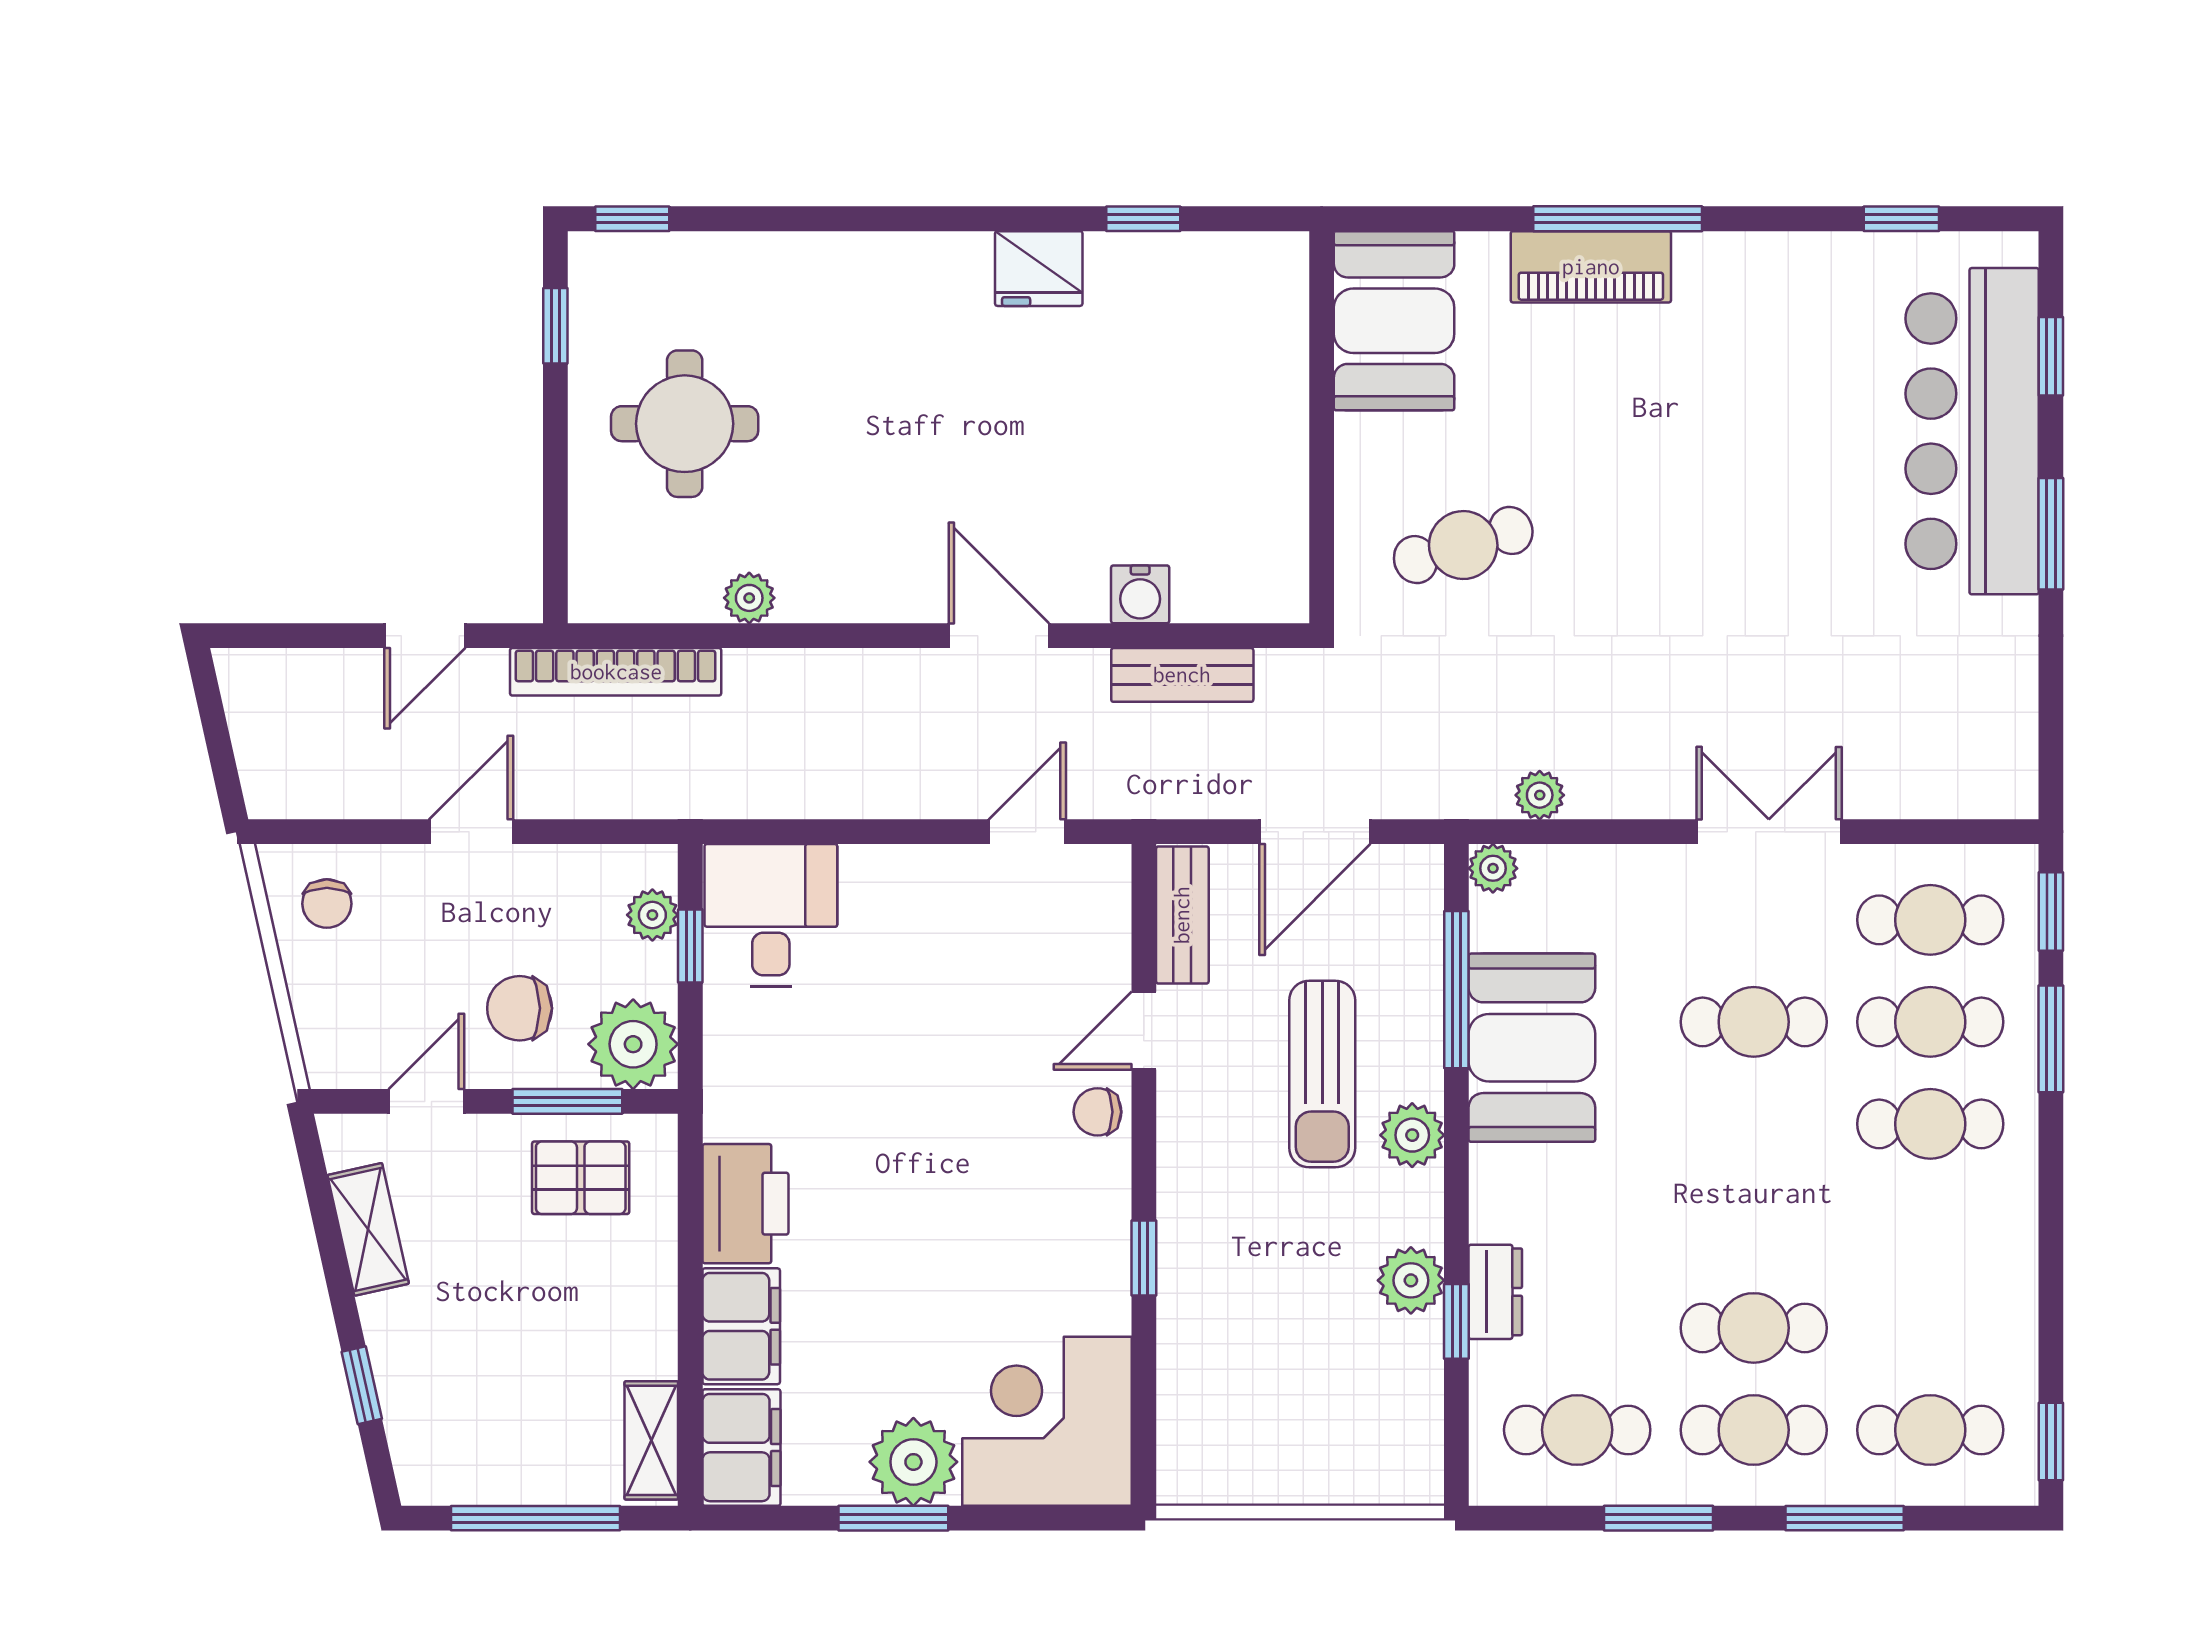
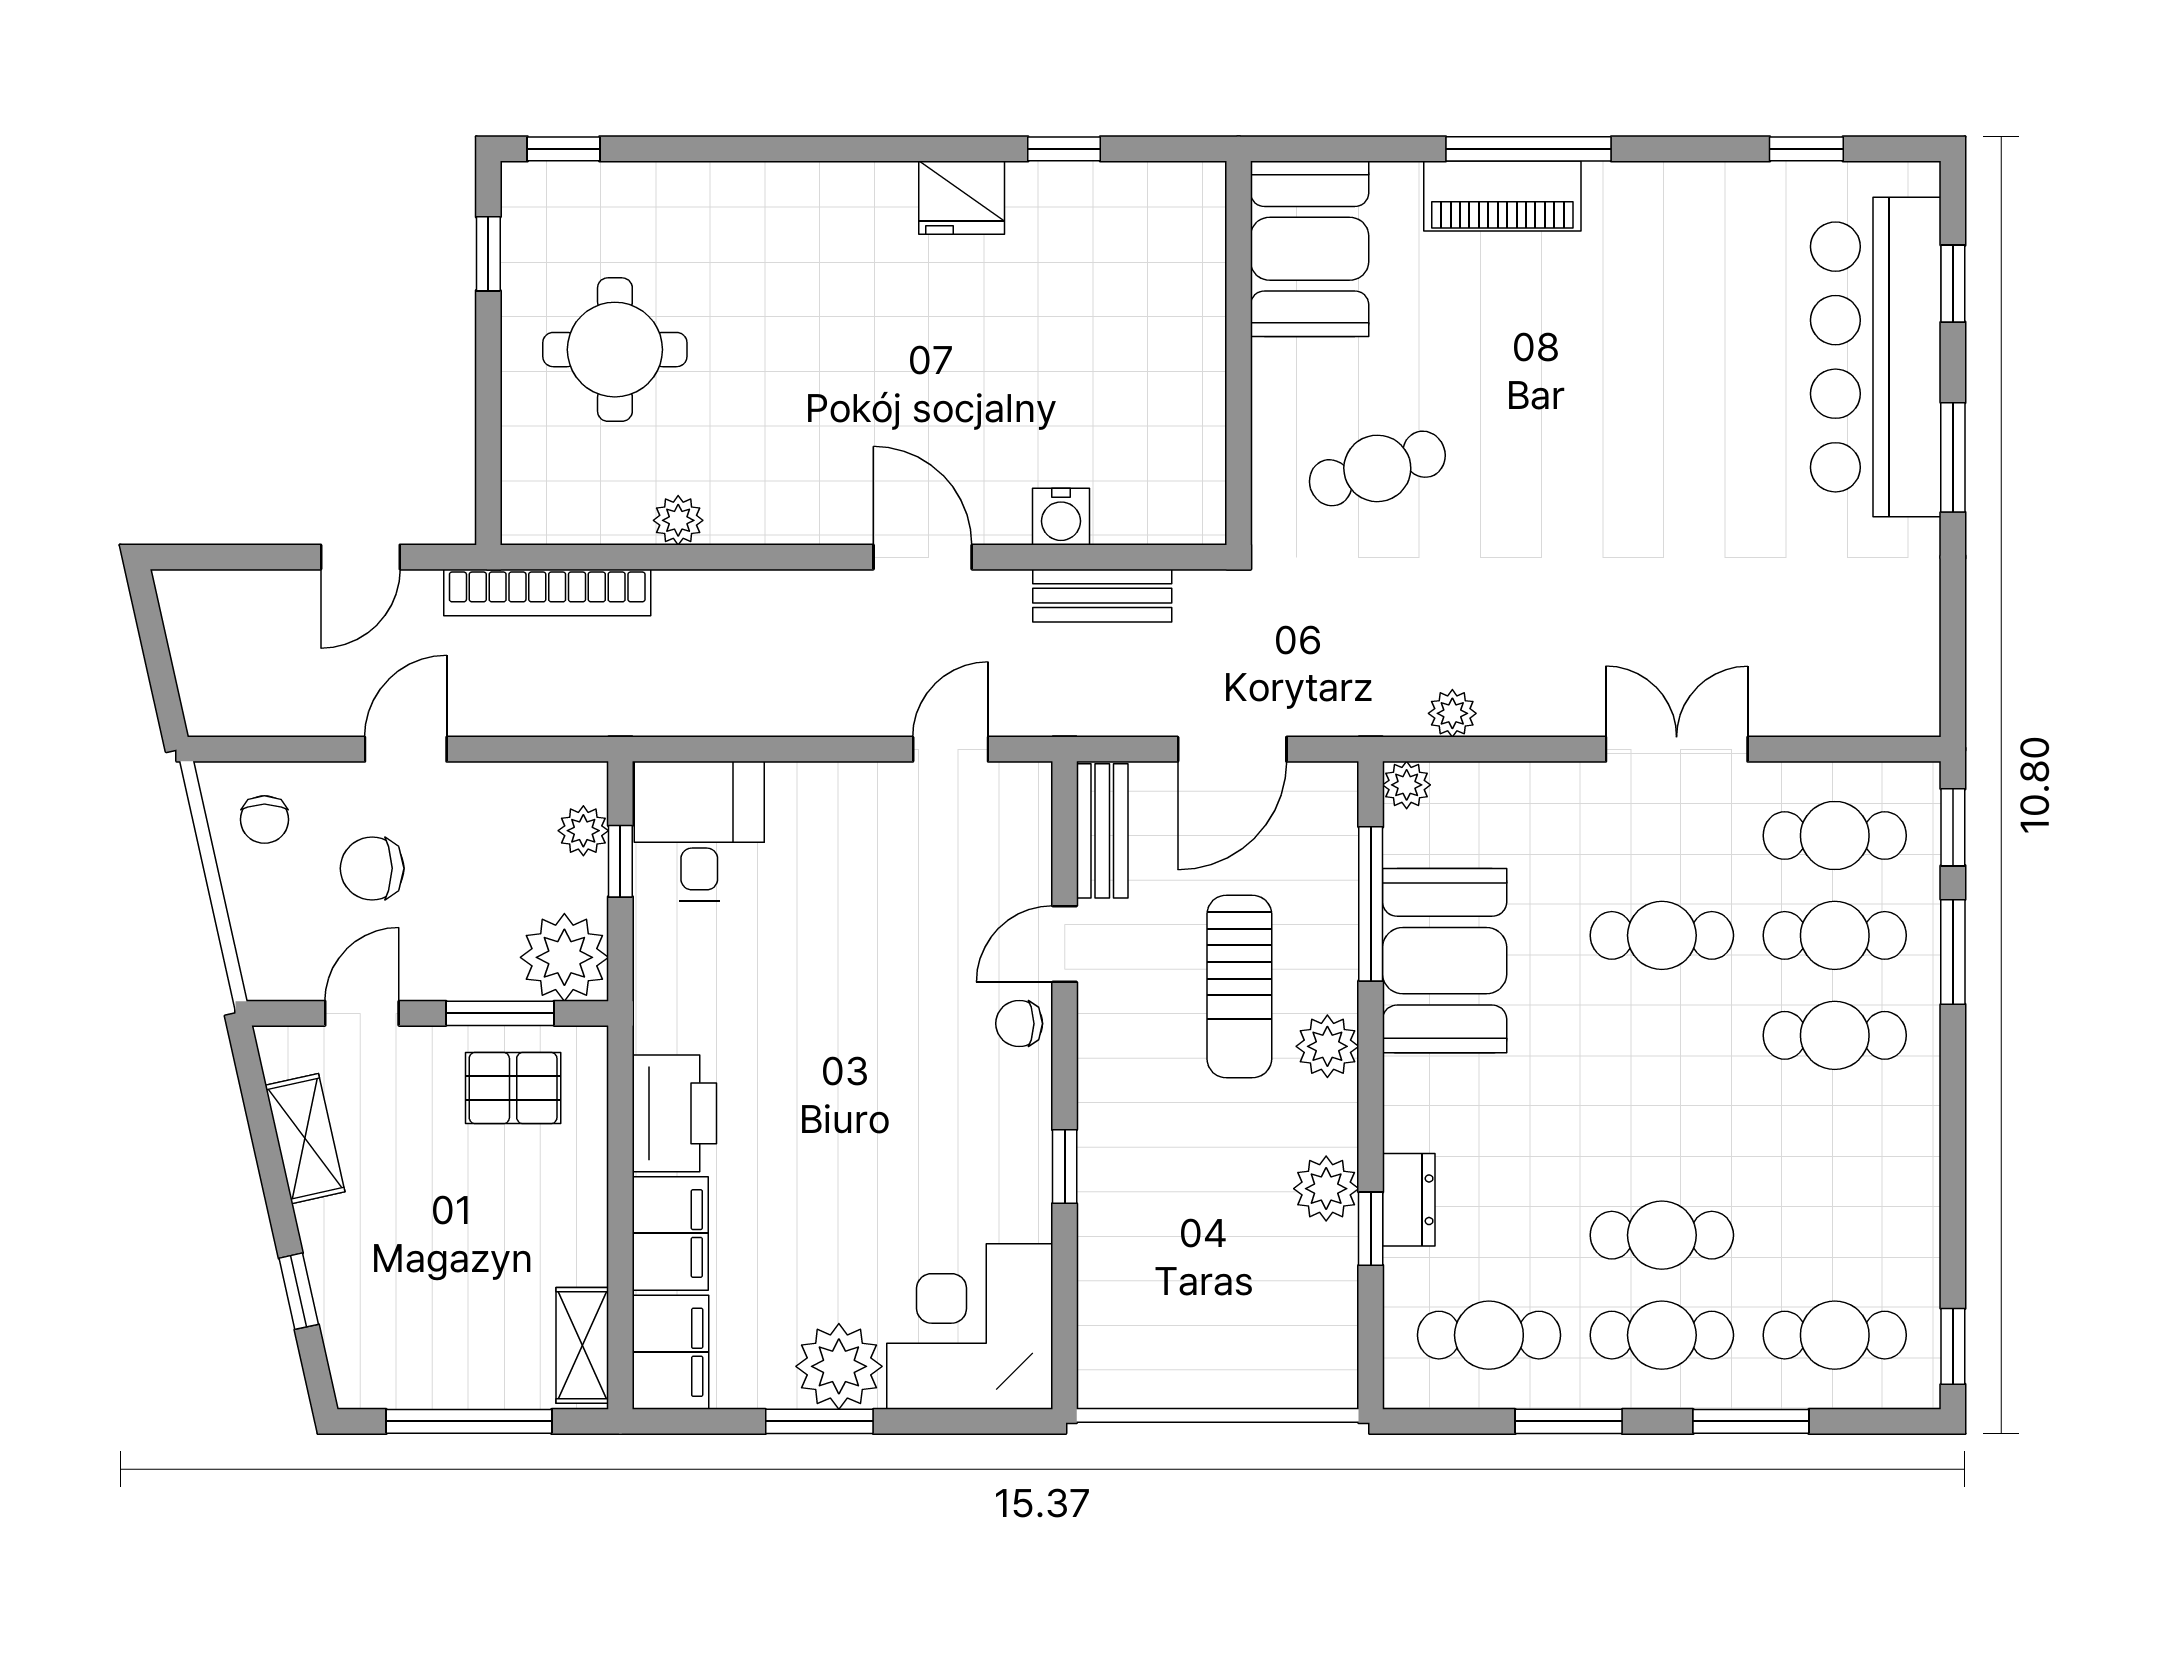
chair: (520, 1008) -> (372, 868), moved

